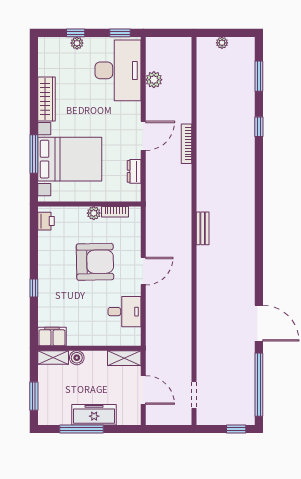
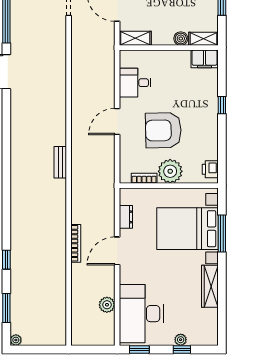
plant: (222, 43) -> (16, 340), moved
plant: (94, 213) -> (170, 171), width x1.88, depth x1.88

